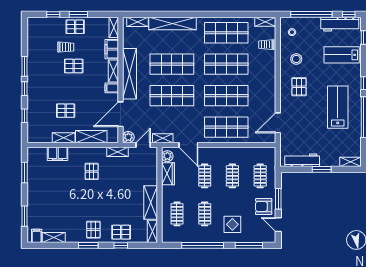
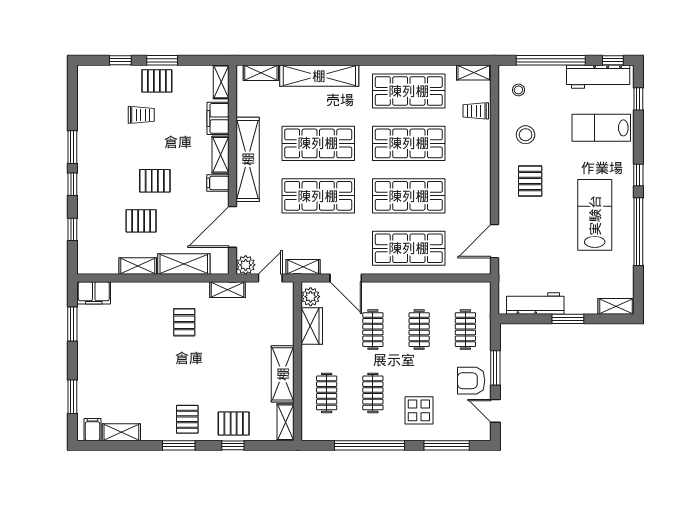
pallet: (74, 66) -> (155, 181), moved
filing cabinet: (58, 154) -> (94, 293), moved

